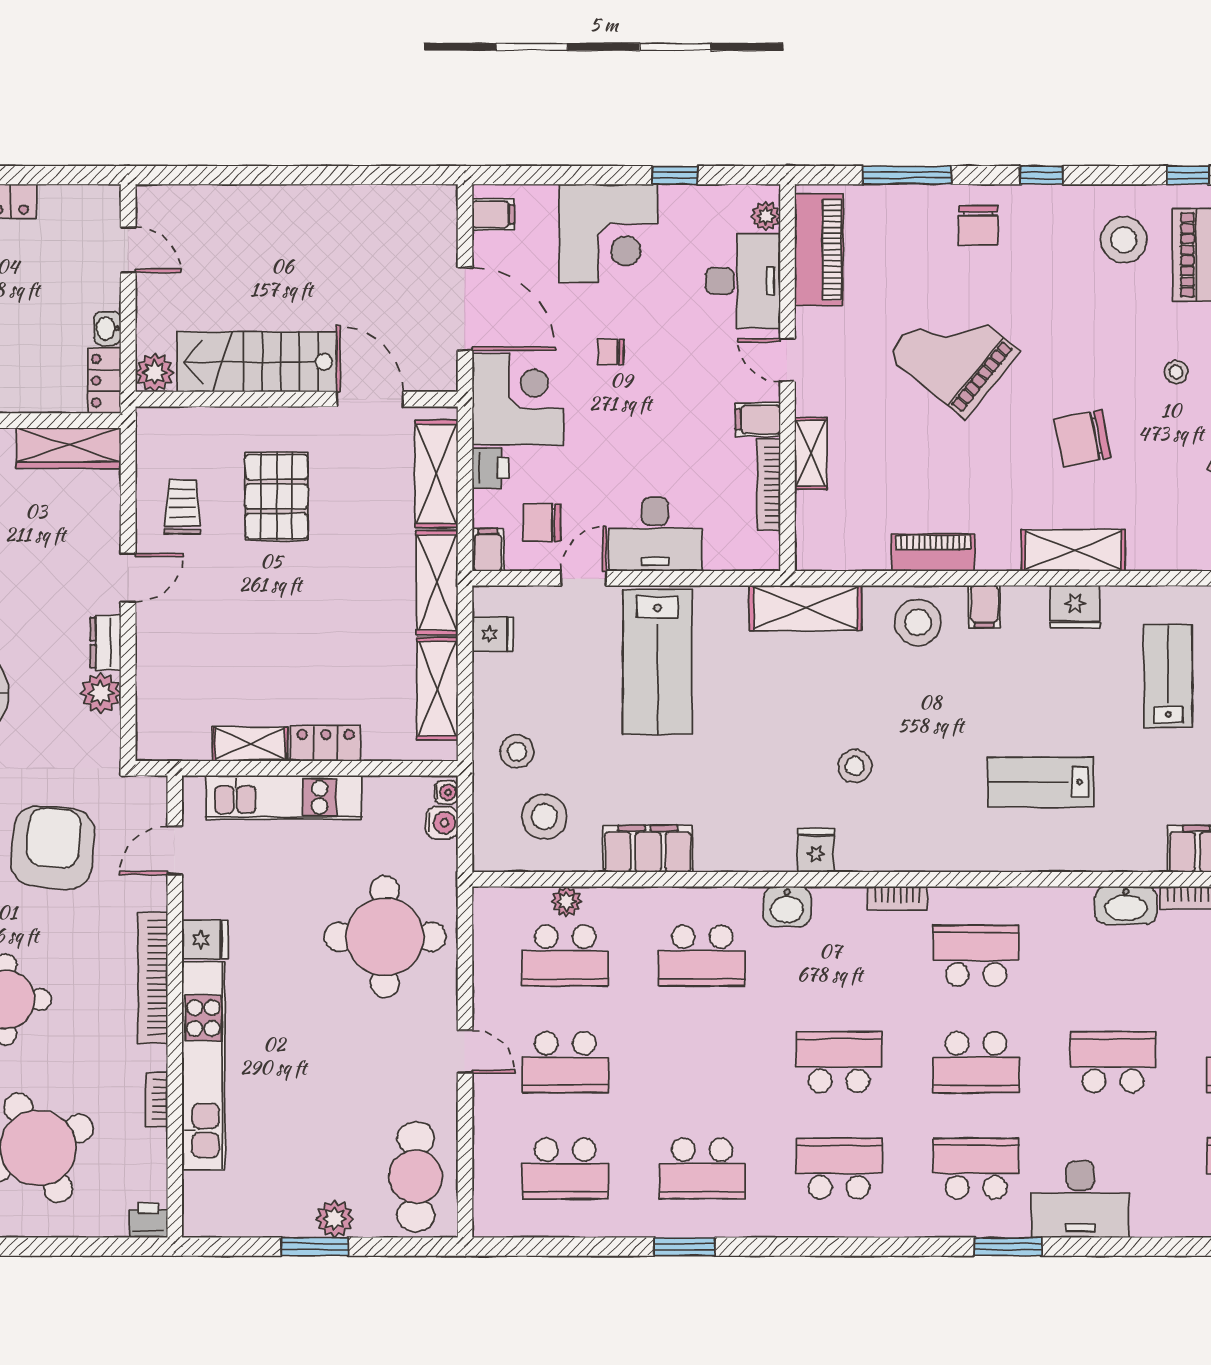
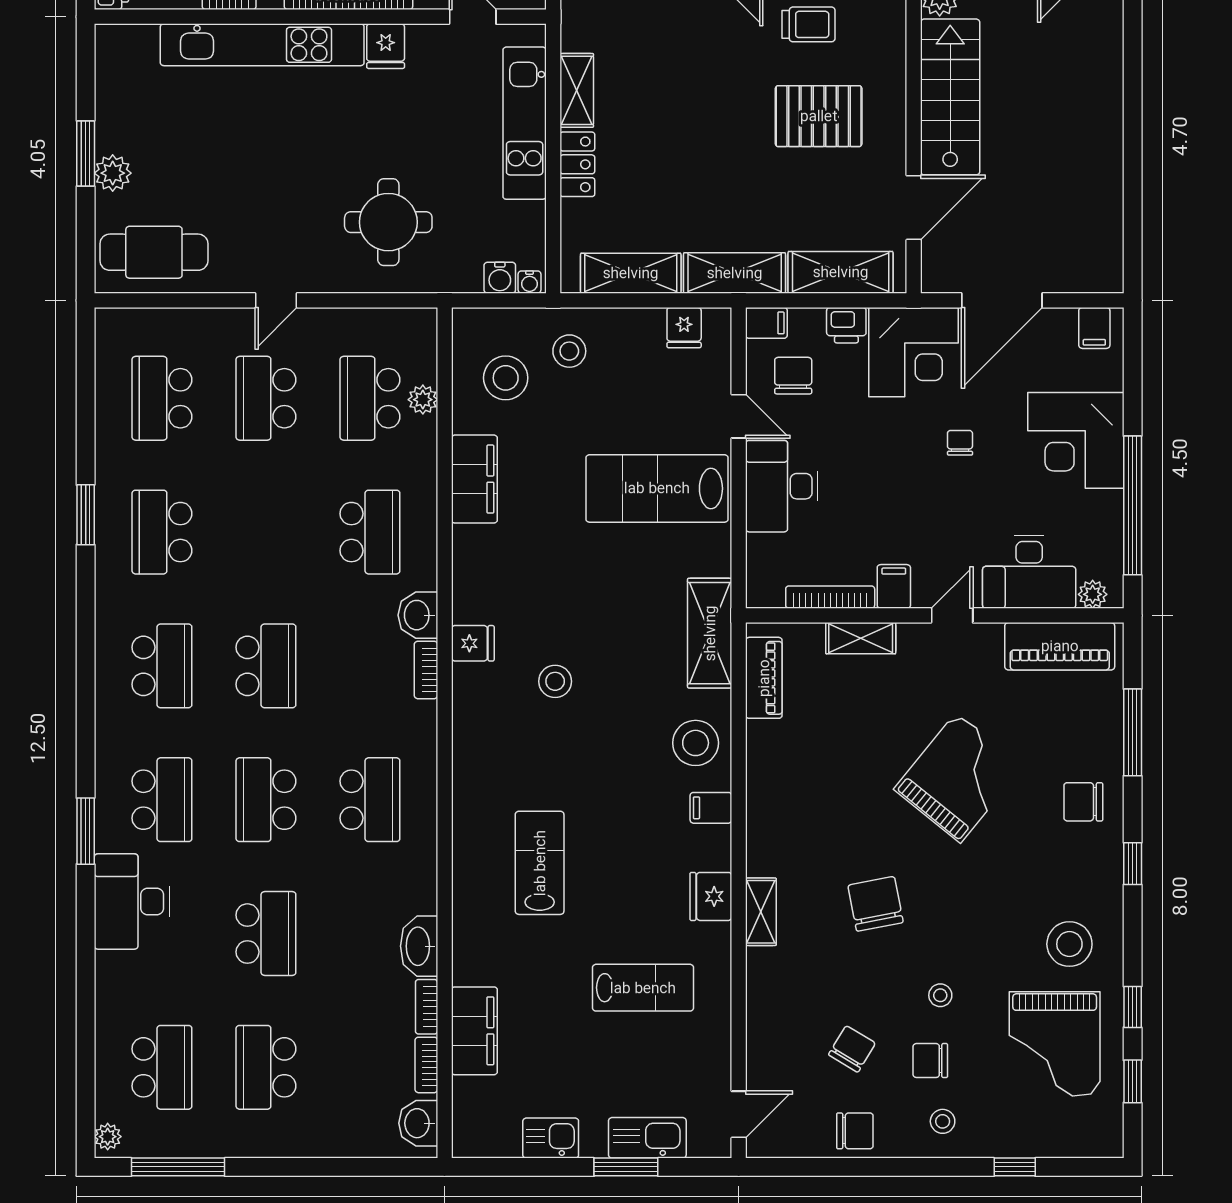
window: (675, 175) -> (1133, 505), width x3.17
shelving: (1073, 550) -> (761, 912), width x0.67, depth x0.75
piano: (933, 553) -> (764, 678), moved
bookcase: (897, 898) -> (426, 670), moved
round table: (385, 937) -> (388, 222), width x0.73, depth x0.73
school desk: (702, 956) -> (370, 532), turned 180

